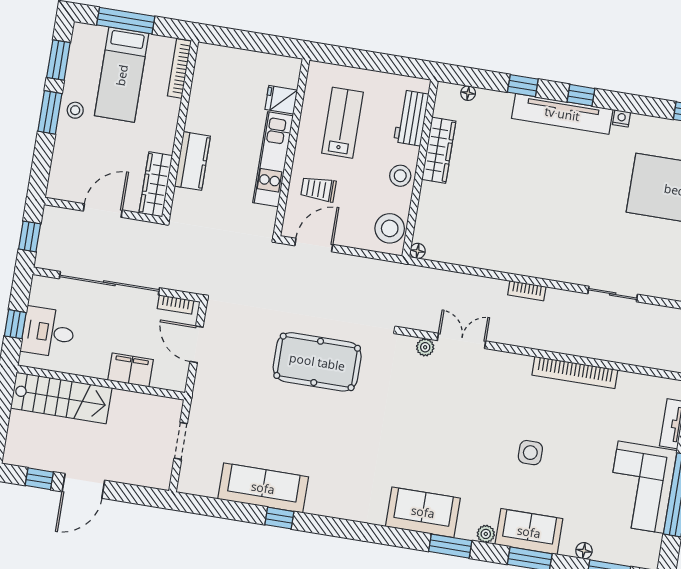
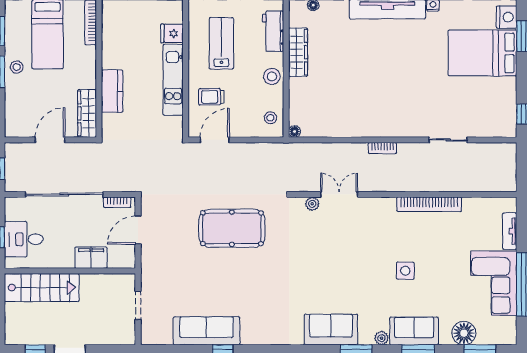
stool: (390, 228) -> (270, 118), width x0.53, depth x0.53
door: (197, 344) -> (138, 230), hinge flipped
floor lamp: (584, 551) -> (464, 333), width x1.89, depth x1.89

